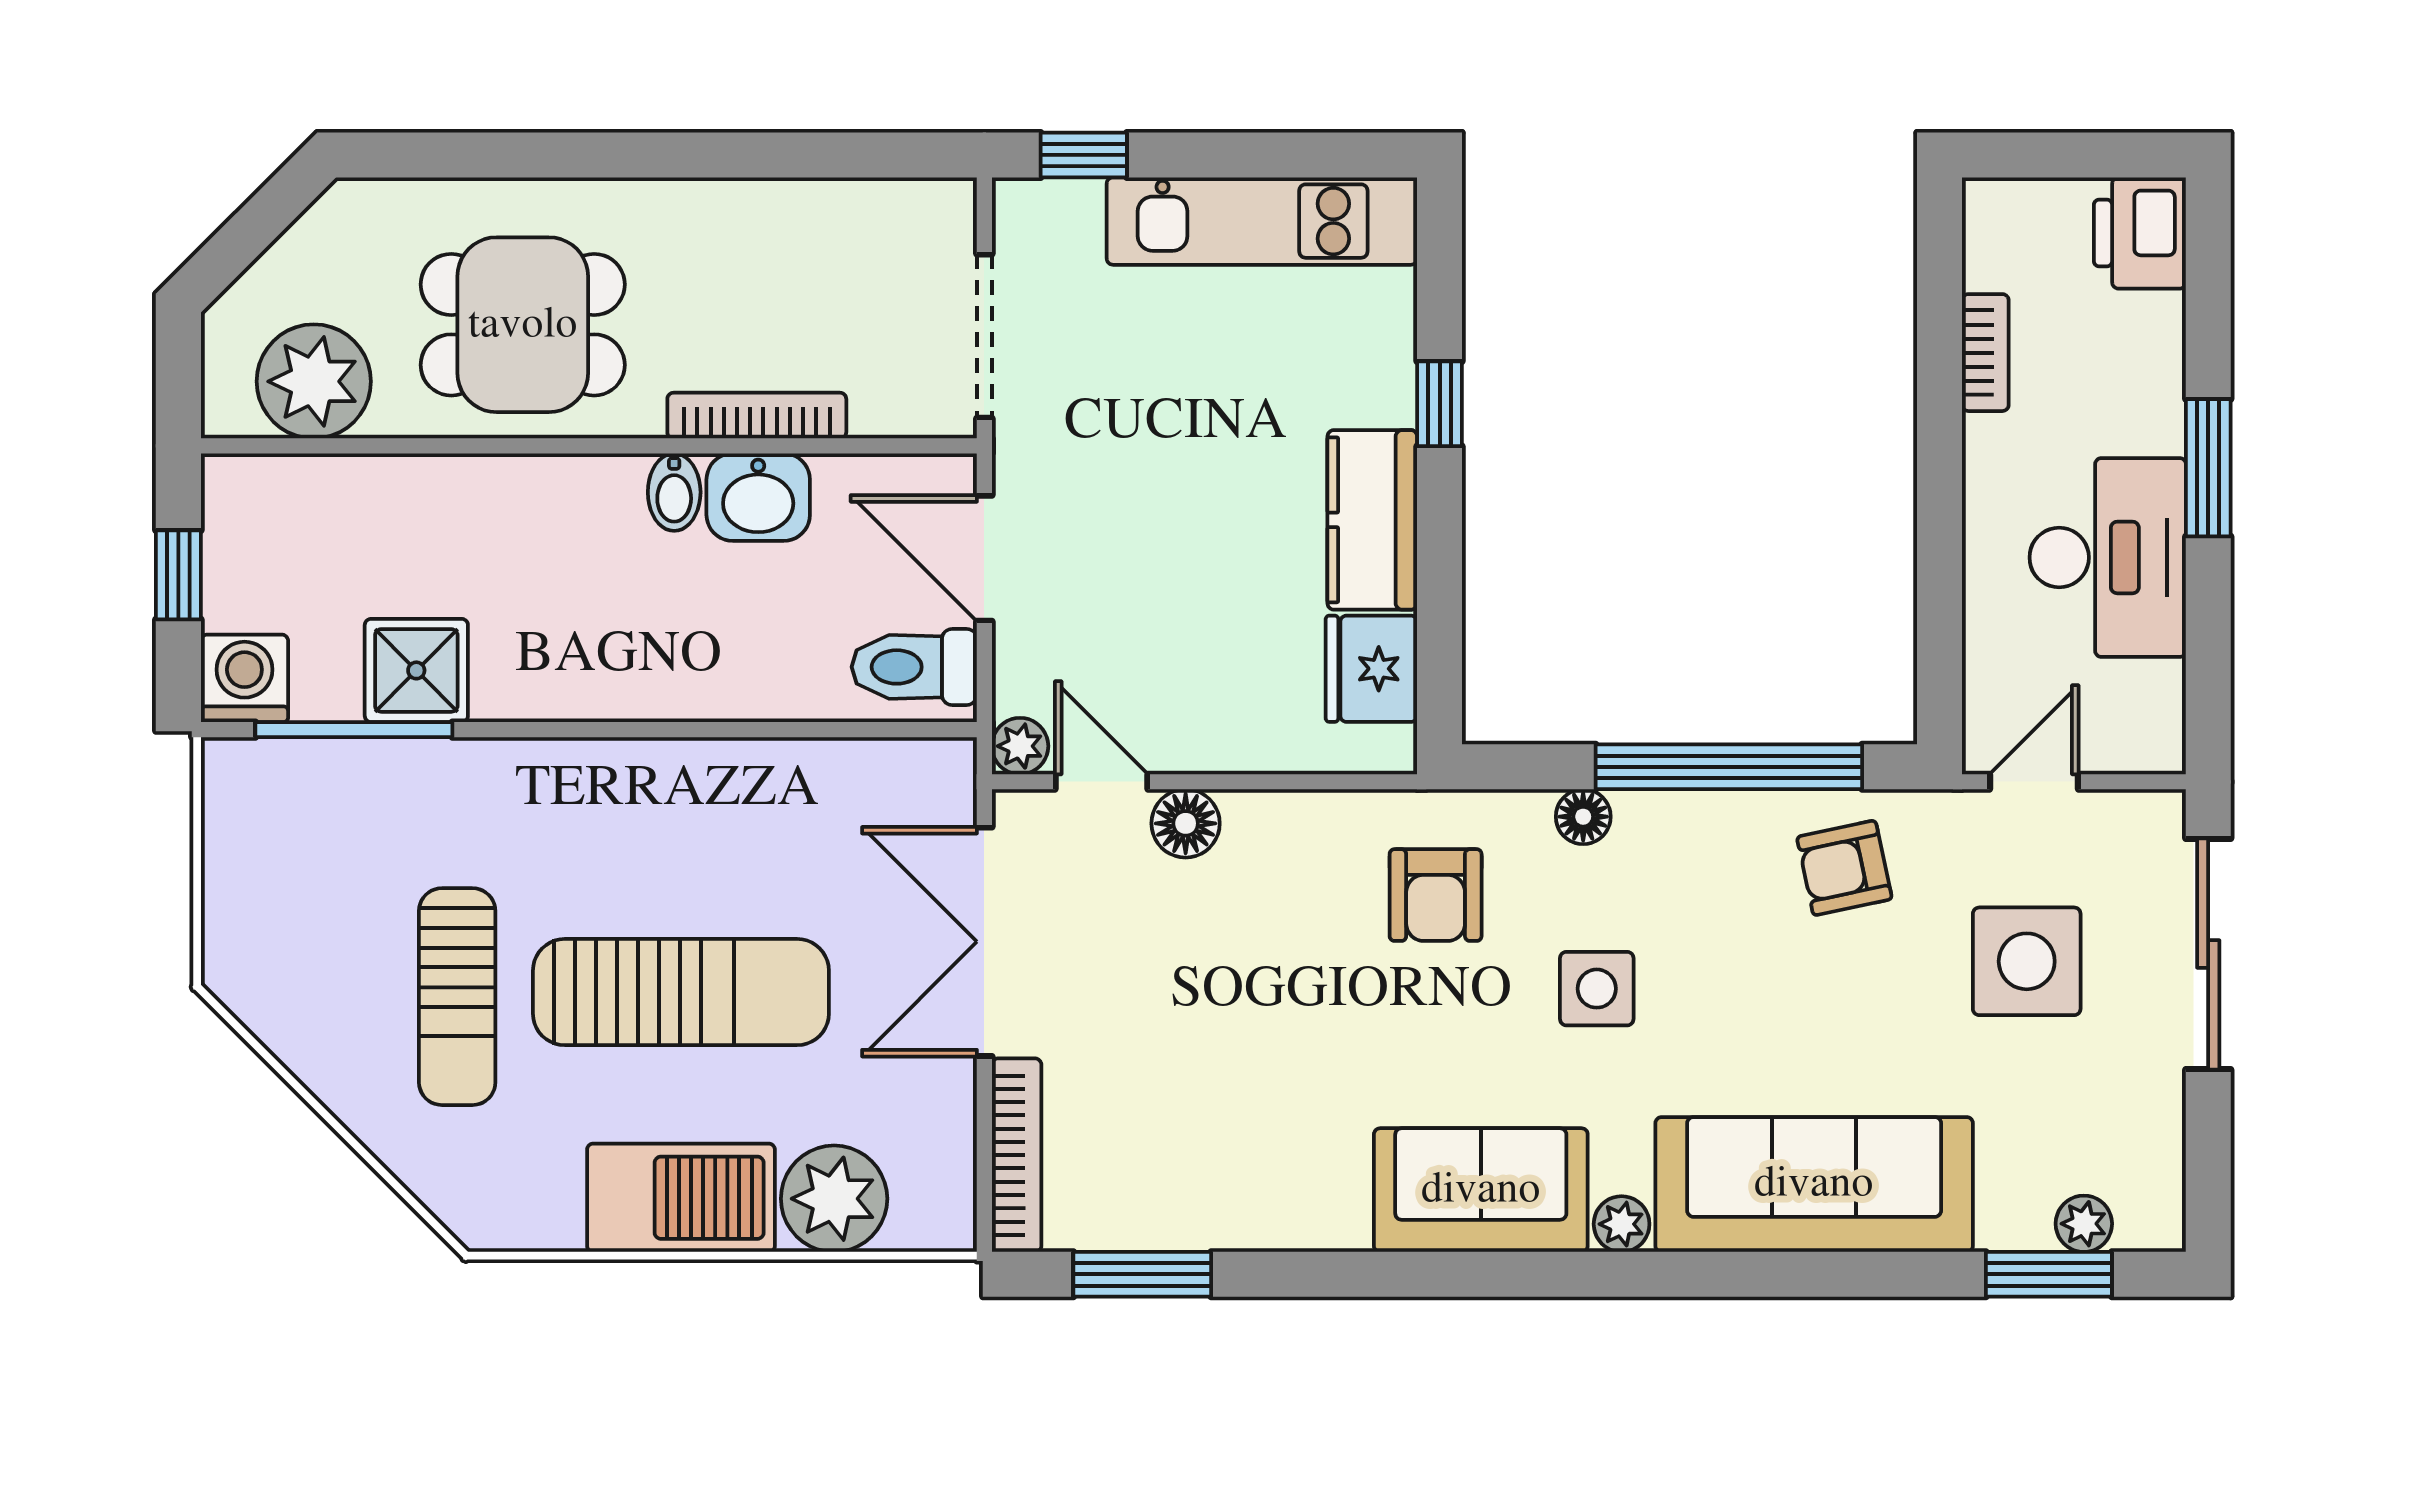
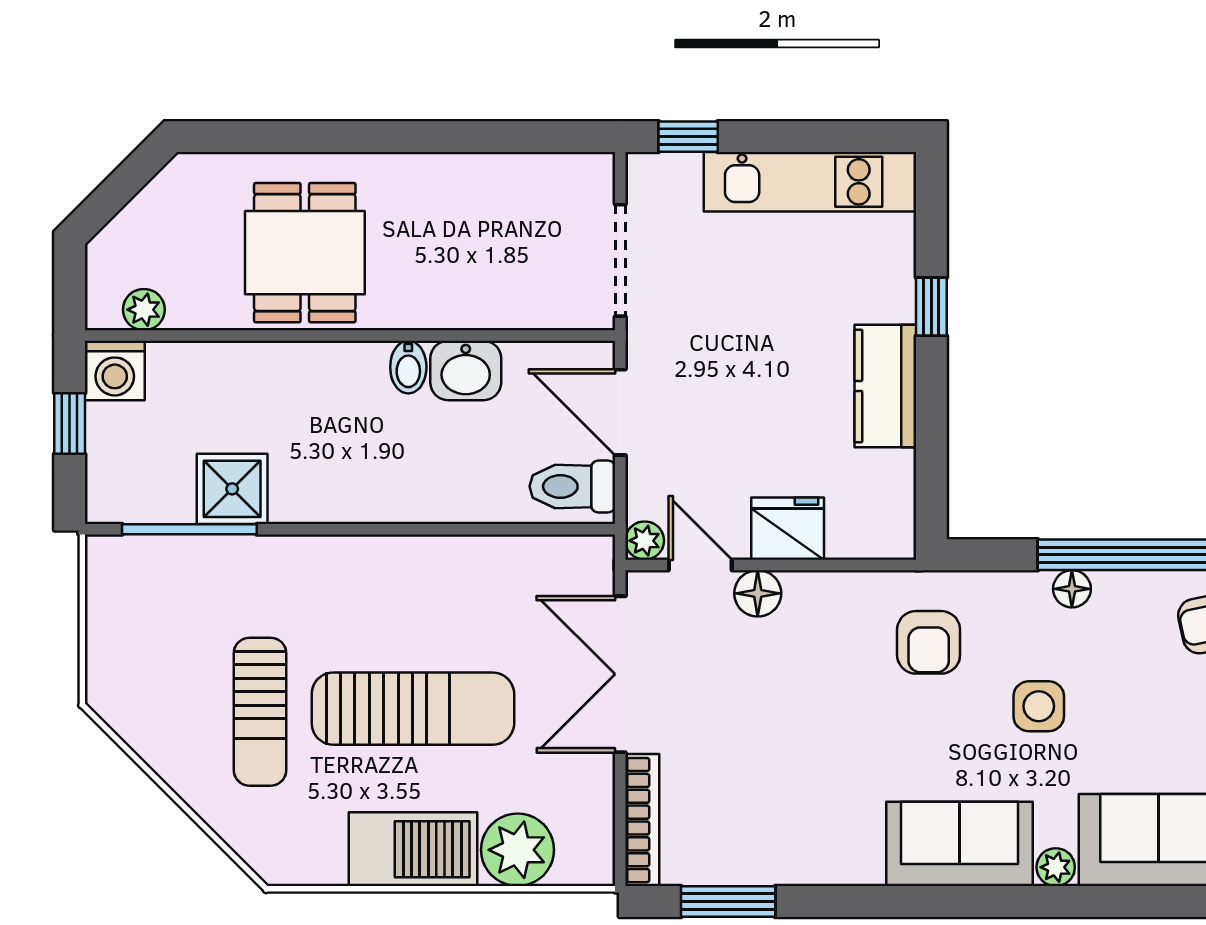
dining table: (523, 325) -> (305, 253), turned 90
plant: (314, 381) -> (144, 310), width x0.53, depth x0.53
bookcase: (757, 416) -> (465, 315), removed
fridge: (1371, 669) -> (788, 529), moved, turned 90
washing machine: (244, 678) -> (115, 370), moved, turned 180
floor lamp: (1583, 817) -> (1072, 589), moved

